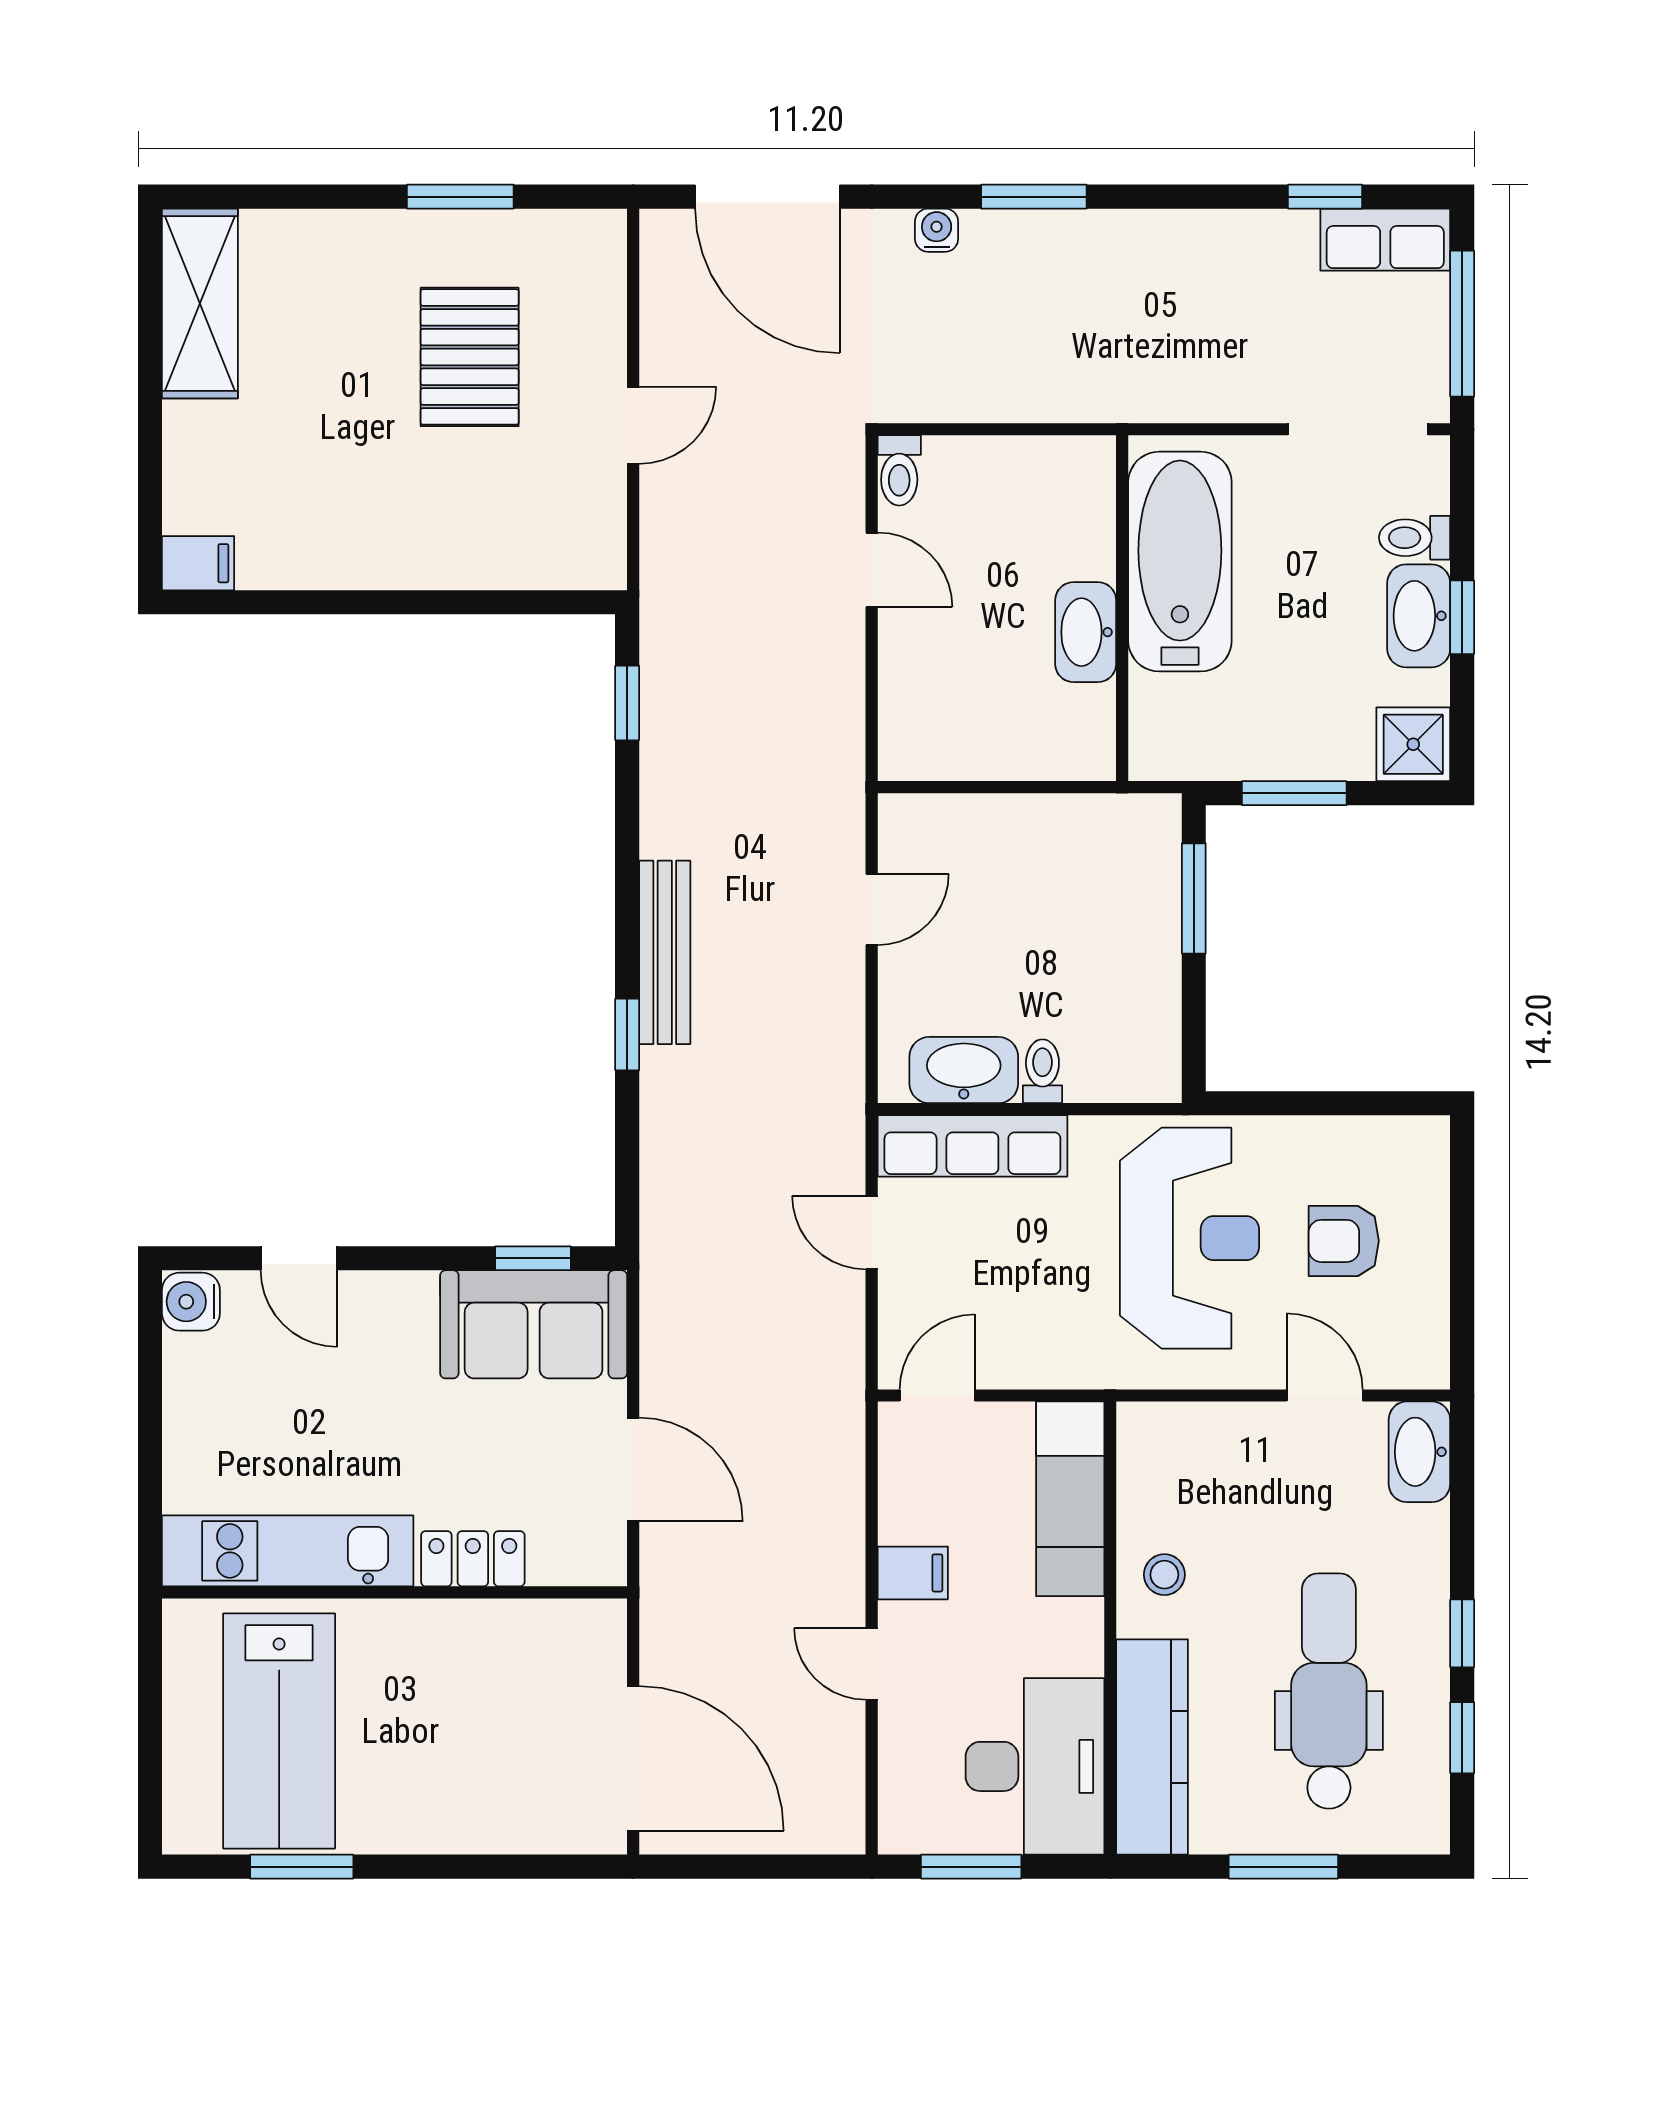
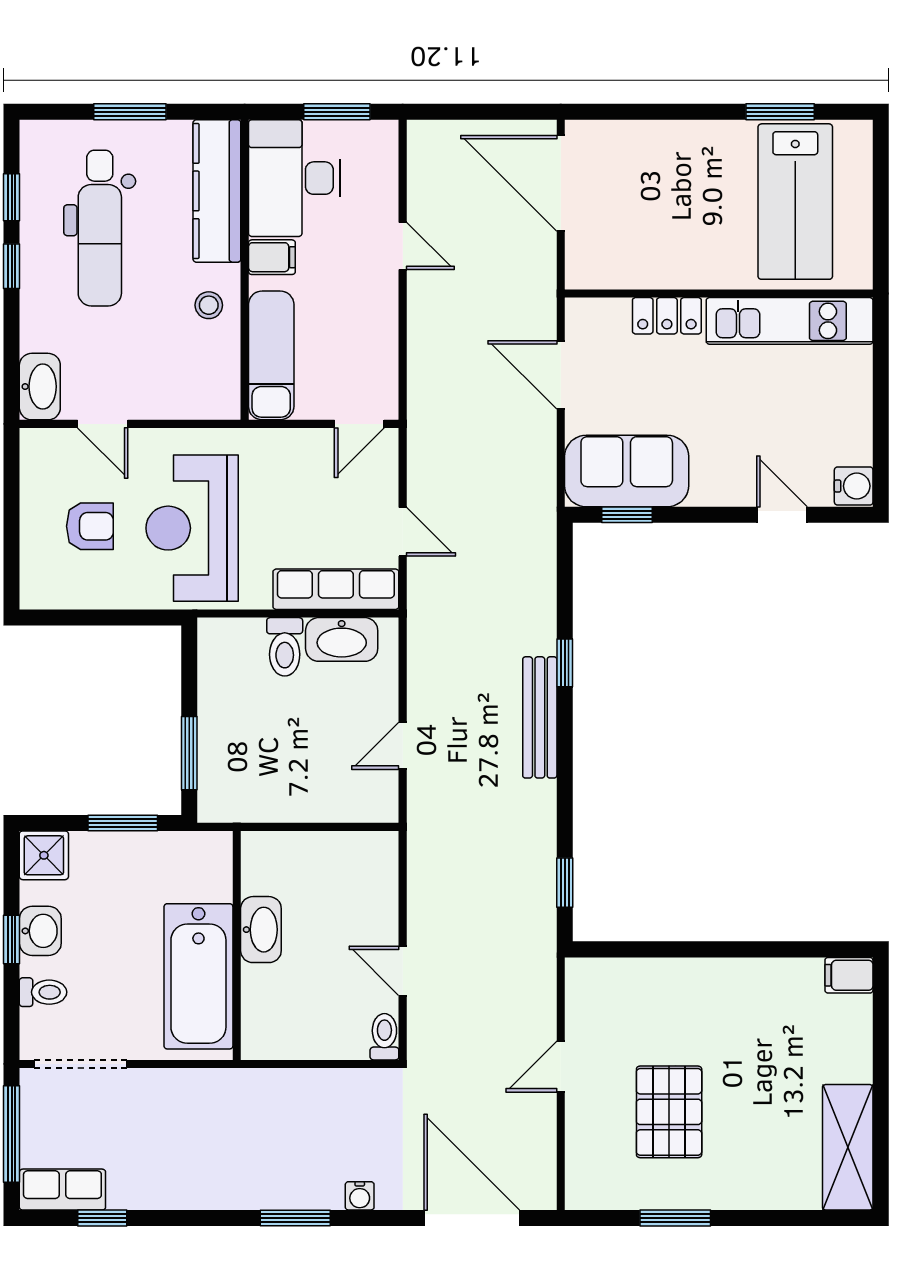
washbasin: (1419, 616) -> (40, 931), width x0.72
toilet: (1042, 1071) -> (285, 647), width x1.37, depth x1.39
filing cabinet: (913, 1573) -> (272, 257), moved, turned 180
lab bench: (279, 1731) -> (795, 202), turned 180

